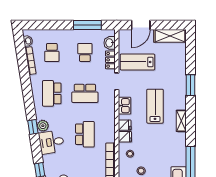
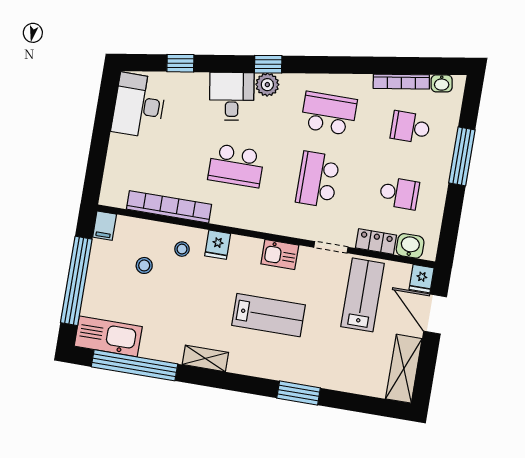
window: (87, 25) -> (462, 156), moved
shelving: (181, 121) -> (205, 358), moved
fridge: (125, 125) -> (422, 279), moved

